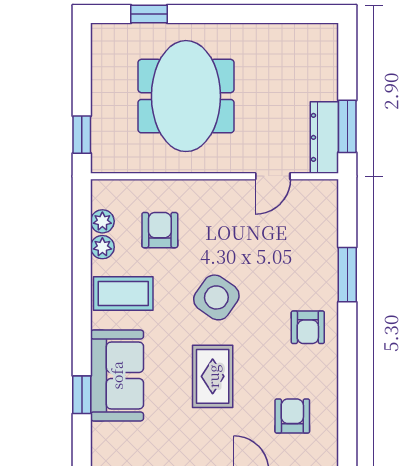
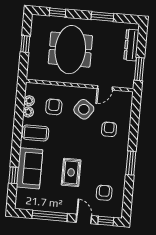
window: (252, 14) -> (102, 17), added
window: (82, 135) -> (25, 44), moved
dresser: (324, 137) -> (131, 45), moved
window: (347, 275) -> (131, 163), moved
side table: (216, 297) -> (84, 109), moved
armchair: (308, 327) -> (109, 129), moved, turned 180

